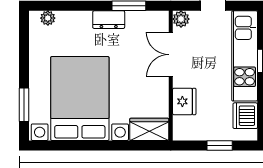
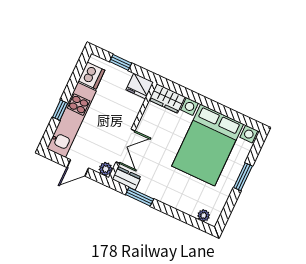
dresser: (109, 20) -> (127, 178), moved
fridge: (184, 101) -> (140, 86), moved, turned -90
window: (24, 105) -> (243, 177), moved

